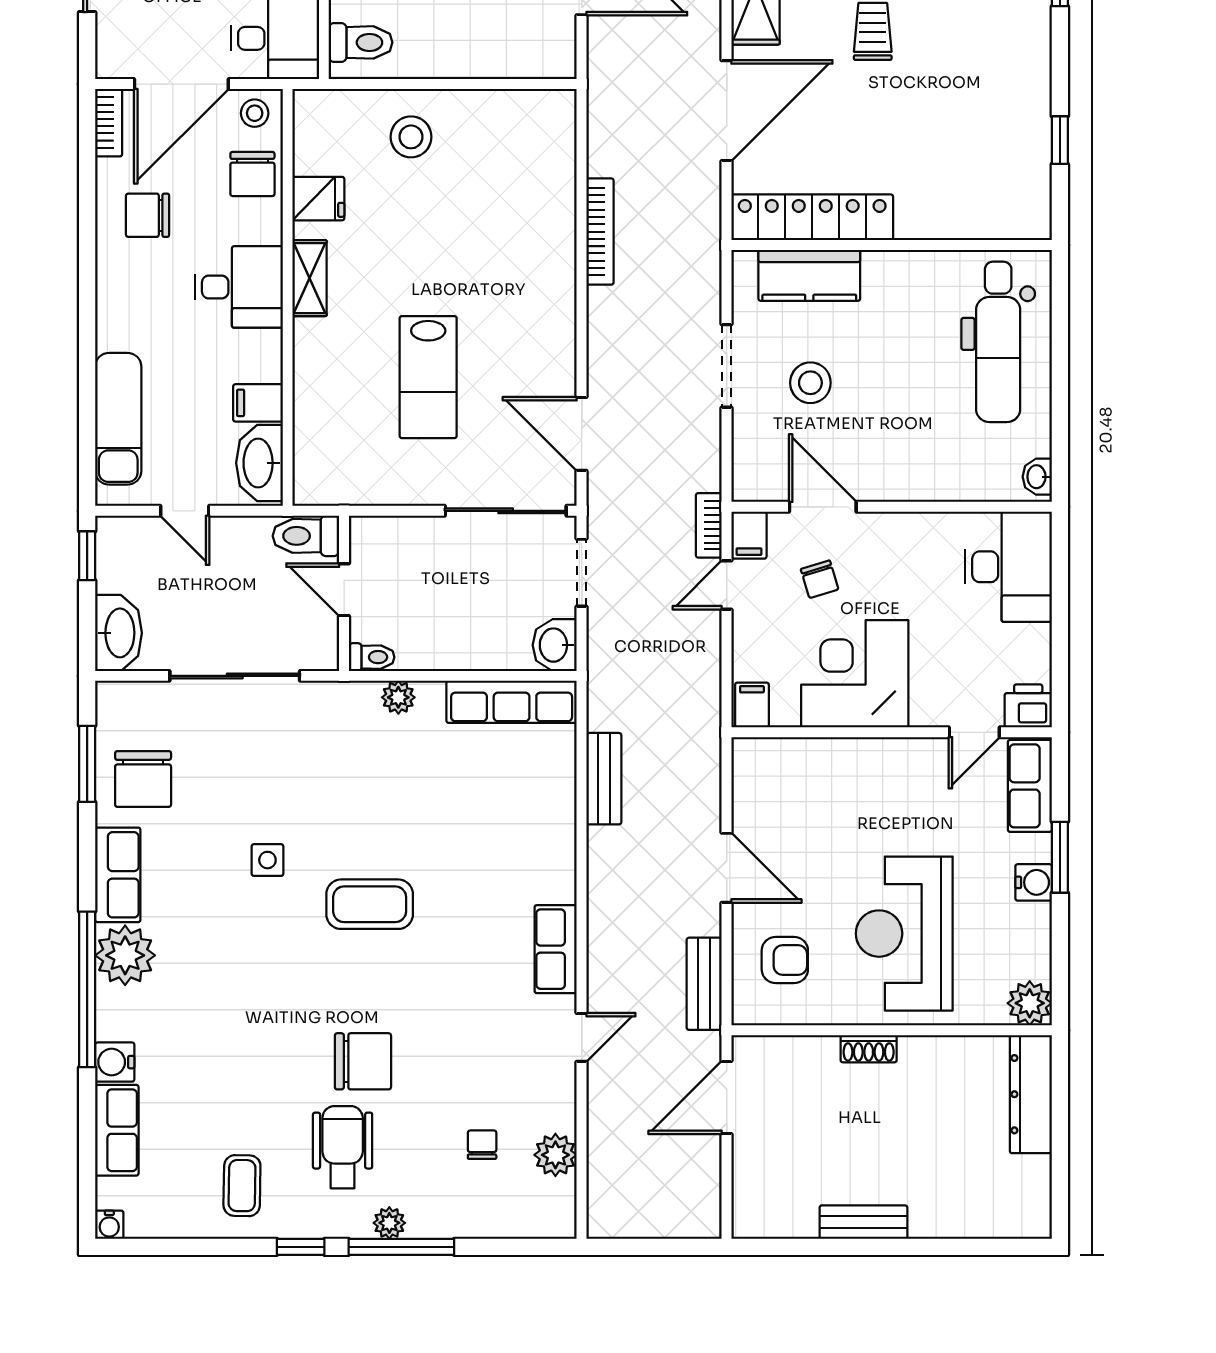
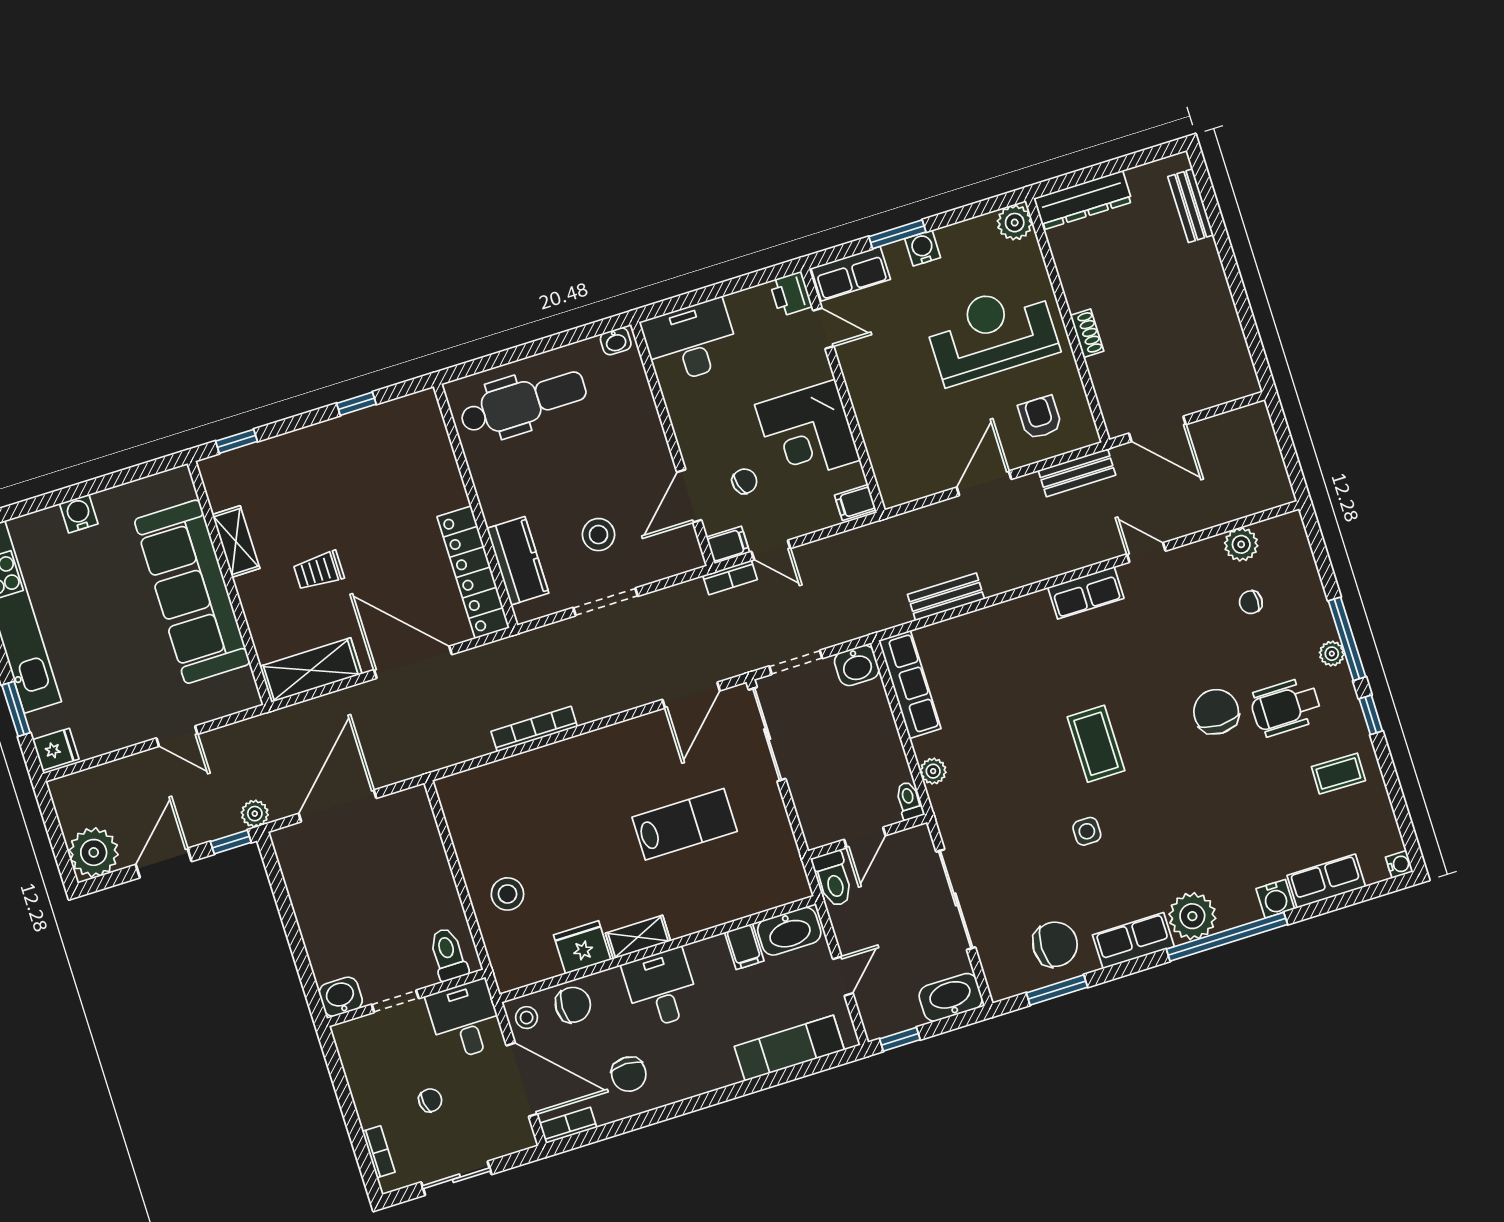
fridge: (318, 199) -> (582, 947), width x1.38
reception desk: (904, 934) -> (992, 334), turned 180
bench: (863, 1222) -> (1191, 206), moved

